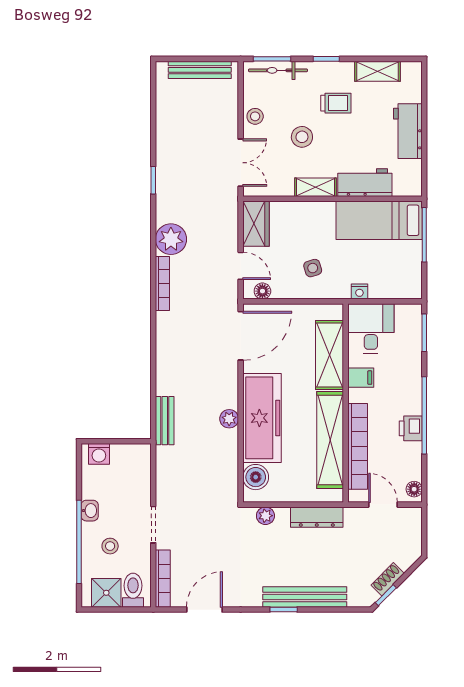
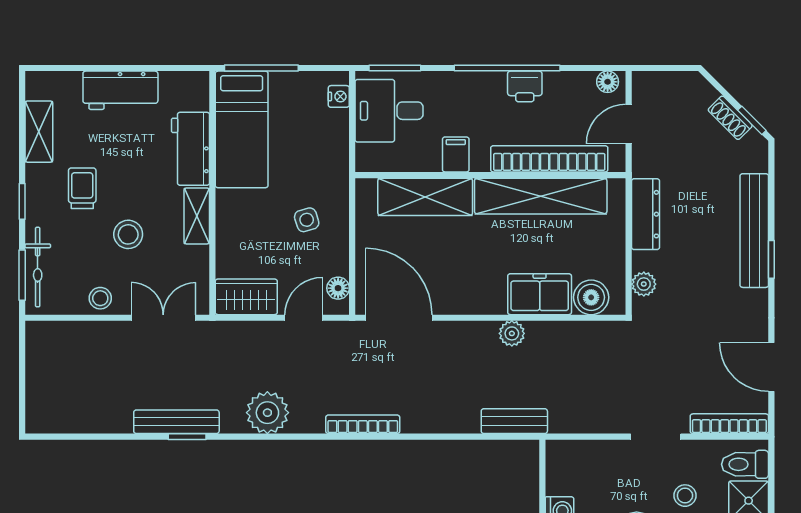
bench: (200, 70) -> (176, 422), moved, turned 90
bookcase: (162, 284) -> (363, 424), moved
nightstand: (359, 292) -> (339, 96), moved
desk: (371, 329) -> (389, 111), moved
freezer: (262, 418) -> (540, 294), width x0.52, depth x0.79

